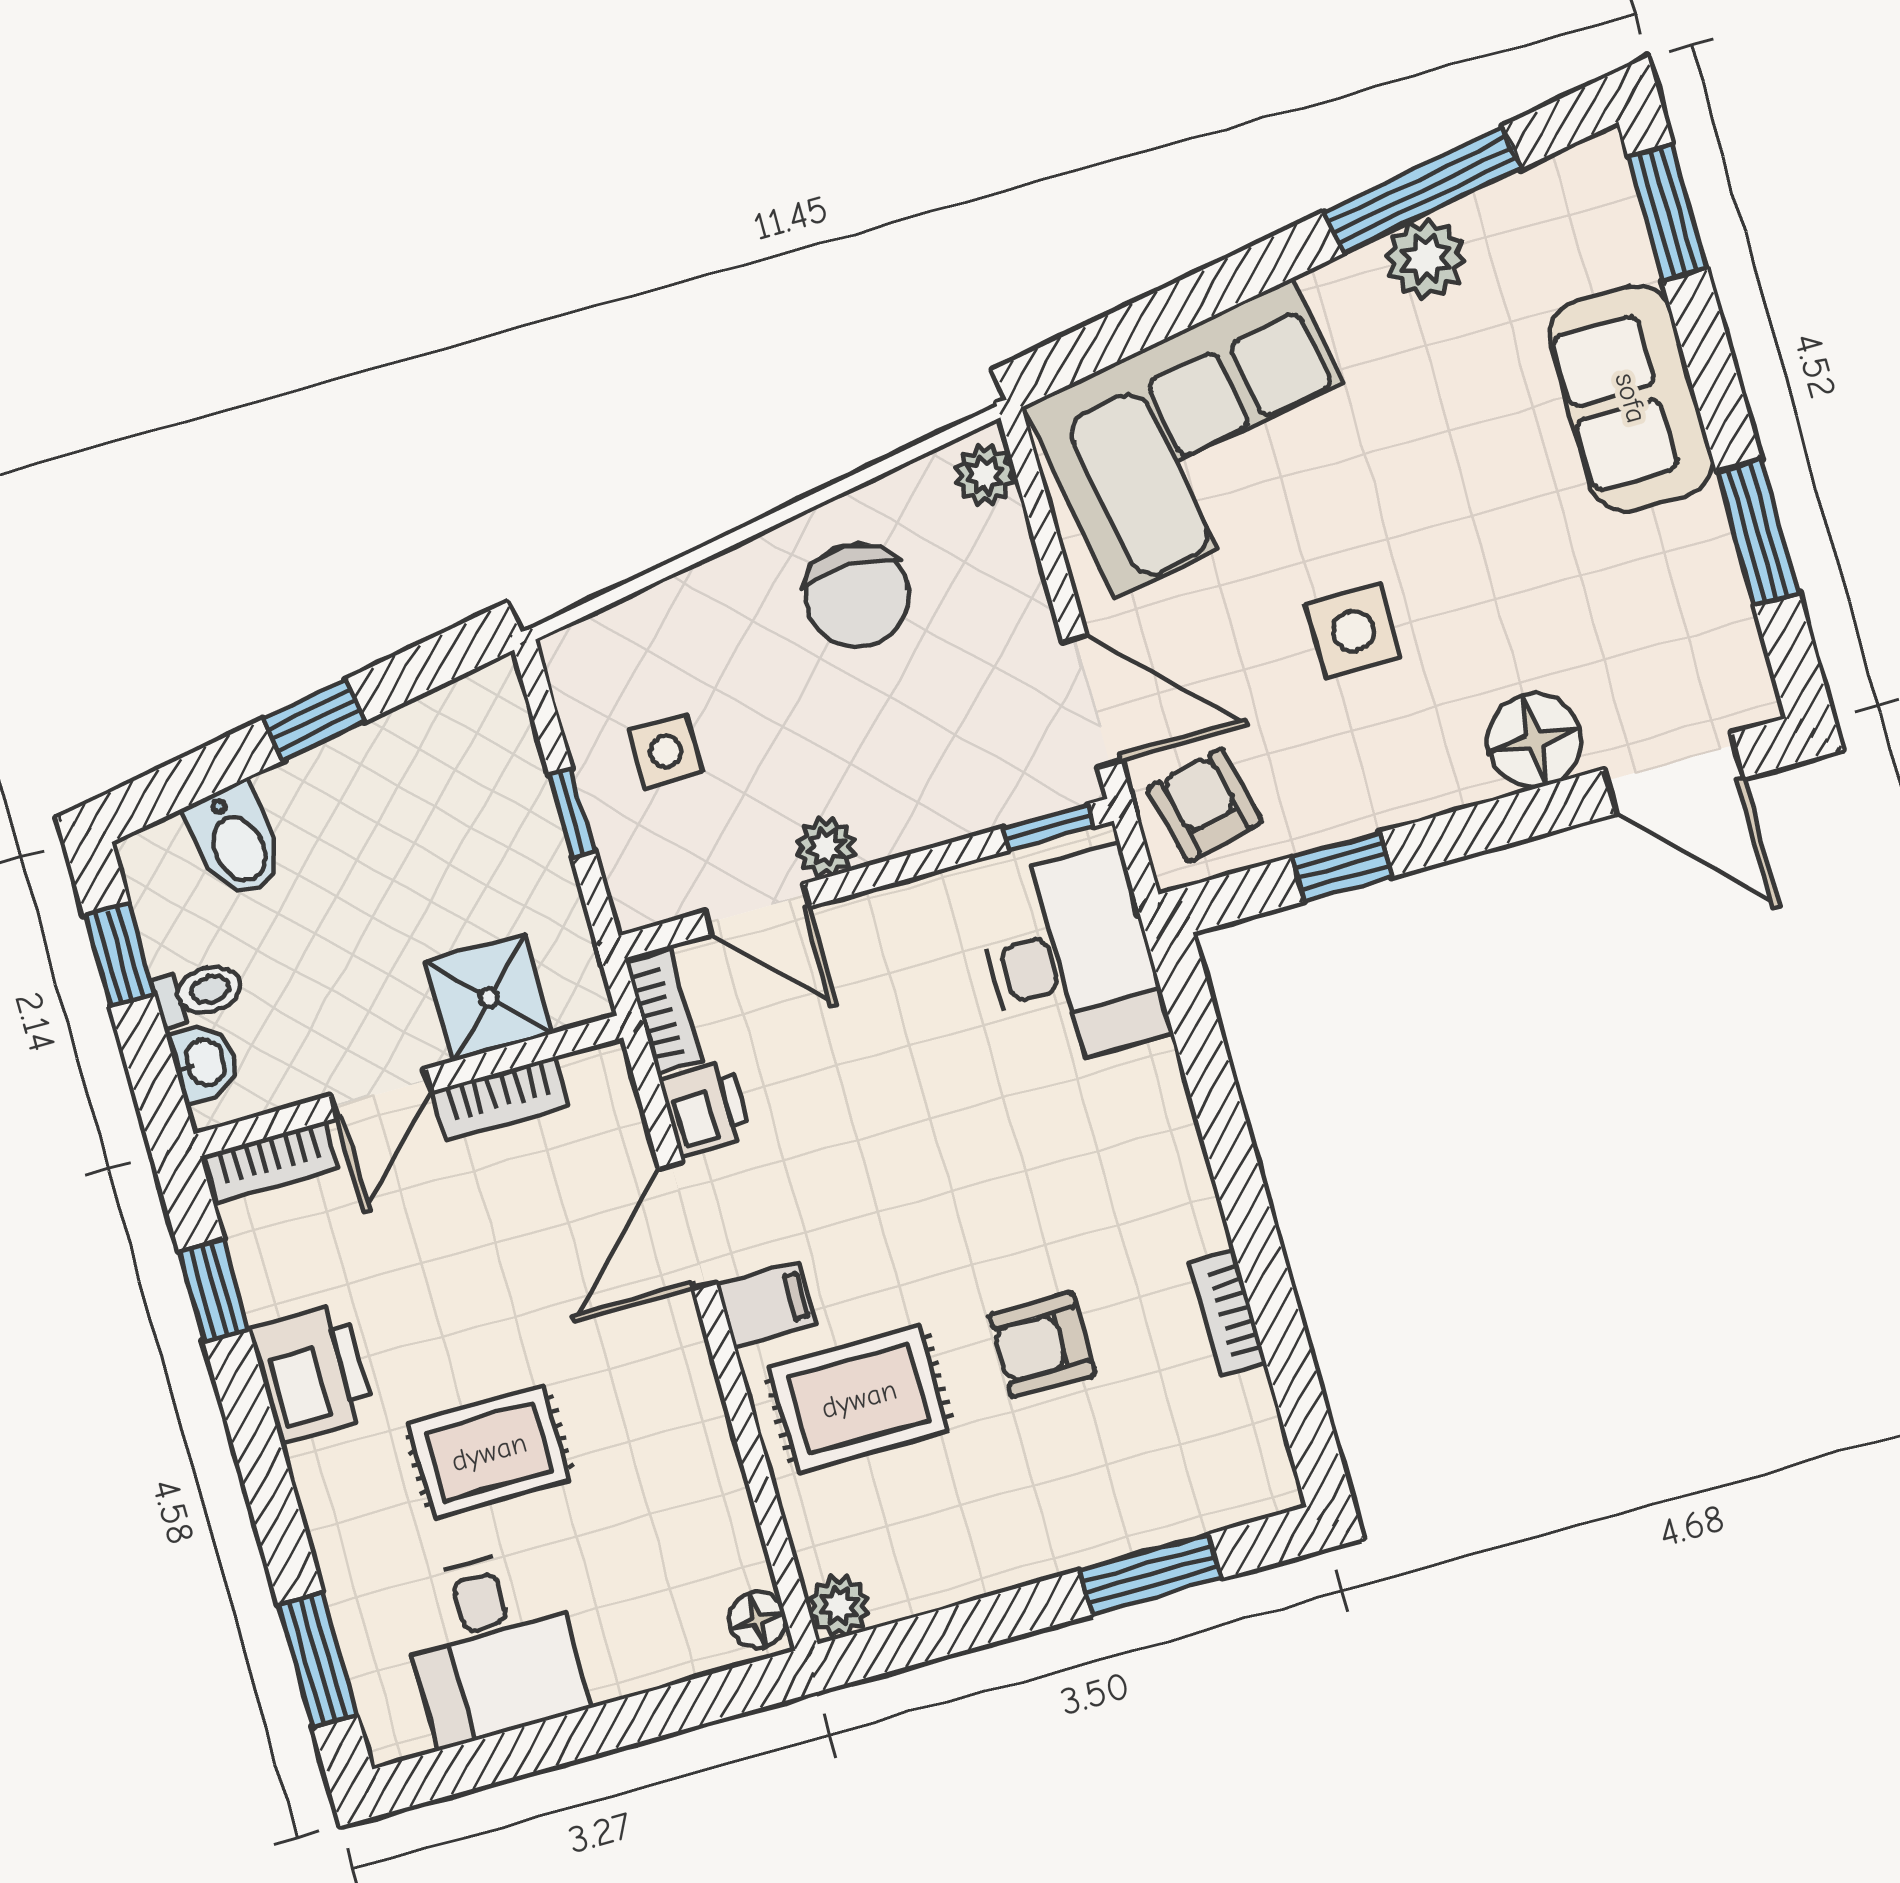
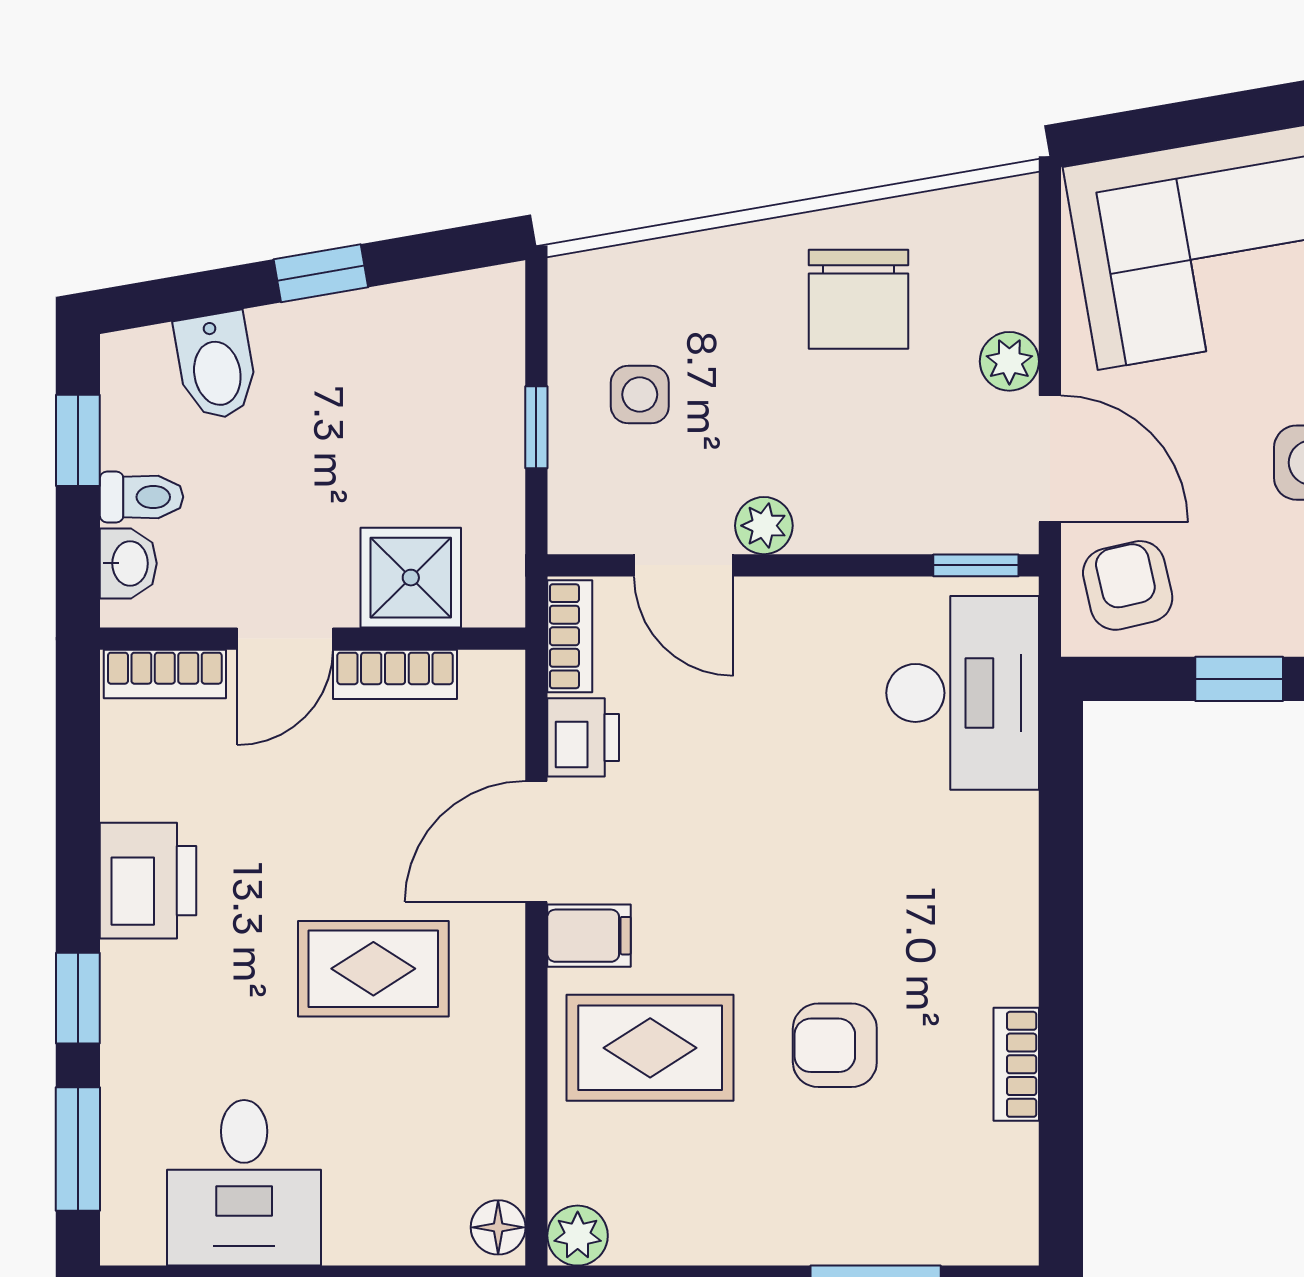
plant: (985, 475) -> (1009, 361), moved
window: (214, 1291) -> (78, 998), moved
rug: (489, 1452) -> (373, 969), moved

